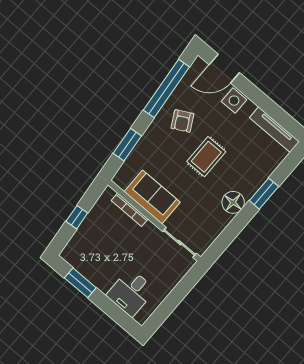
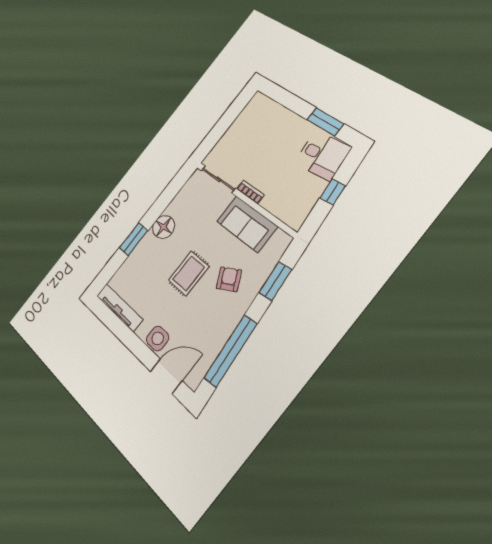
armchair: (182, 121) -> (229, 279), moved
bookcase: (130, 210) -> (250, 192), moved, width x0.64
desk: (131, 292) -> (322, 155), moved, turned 84

